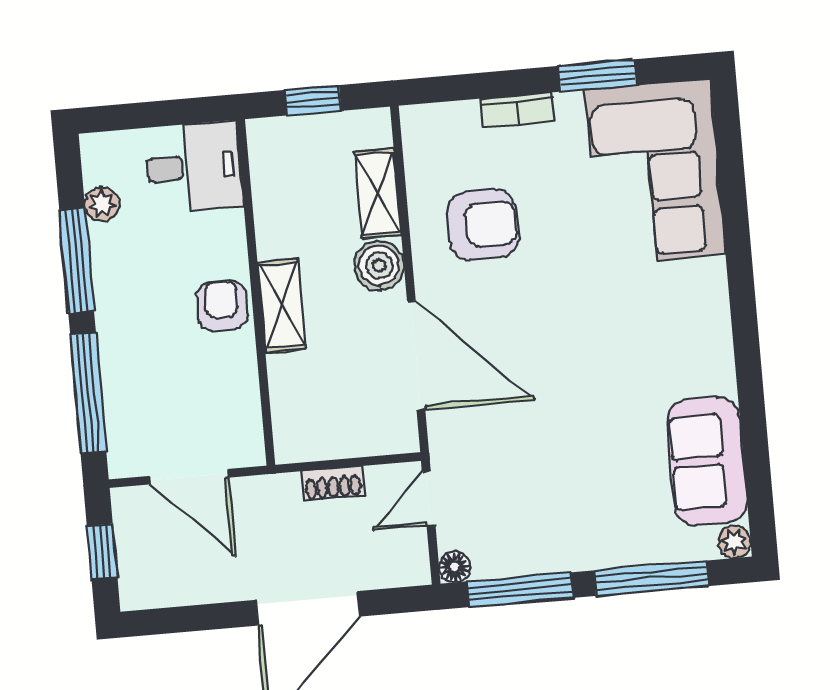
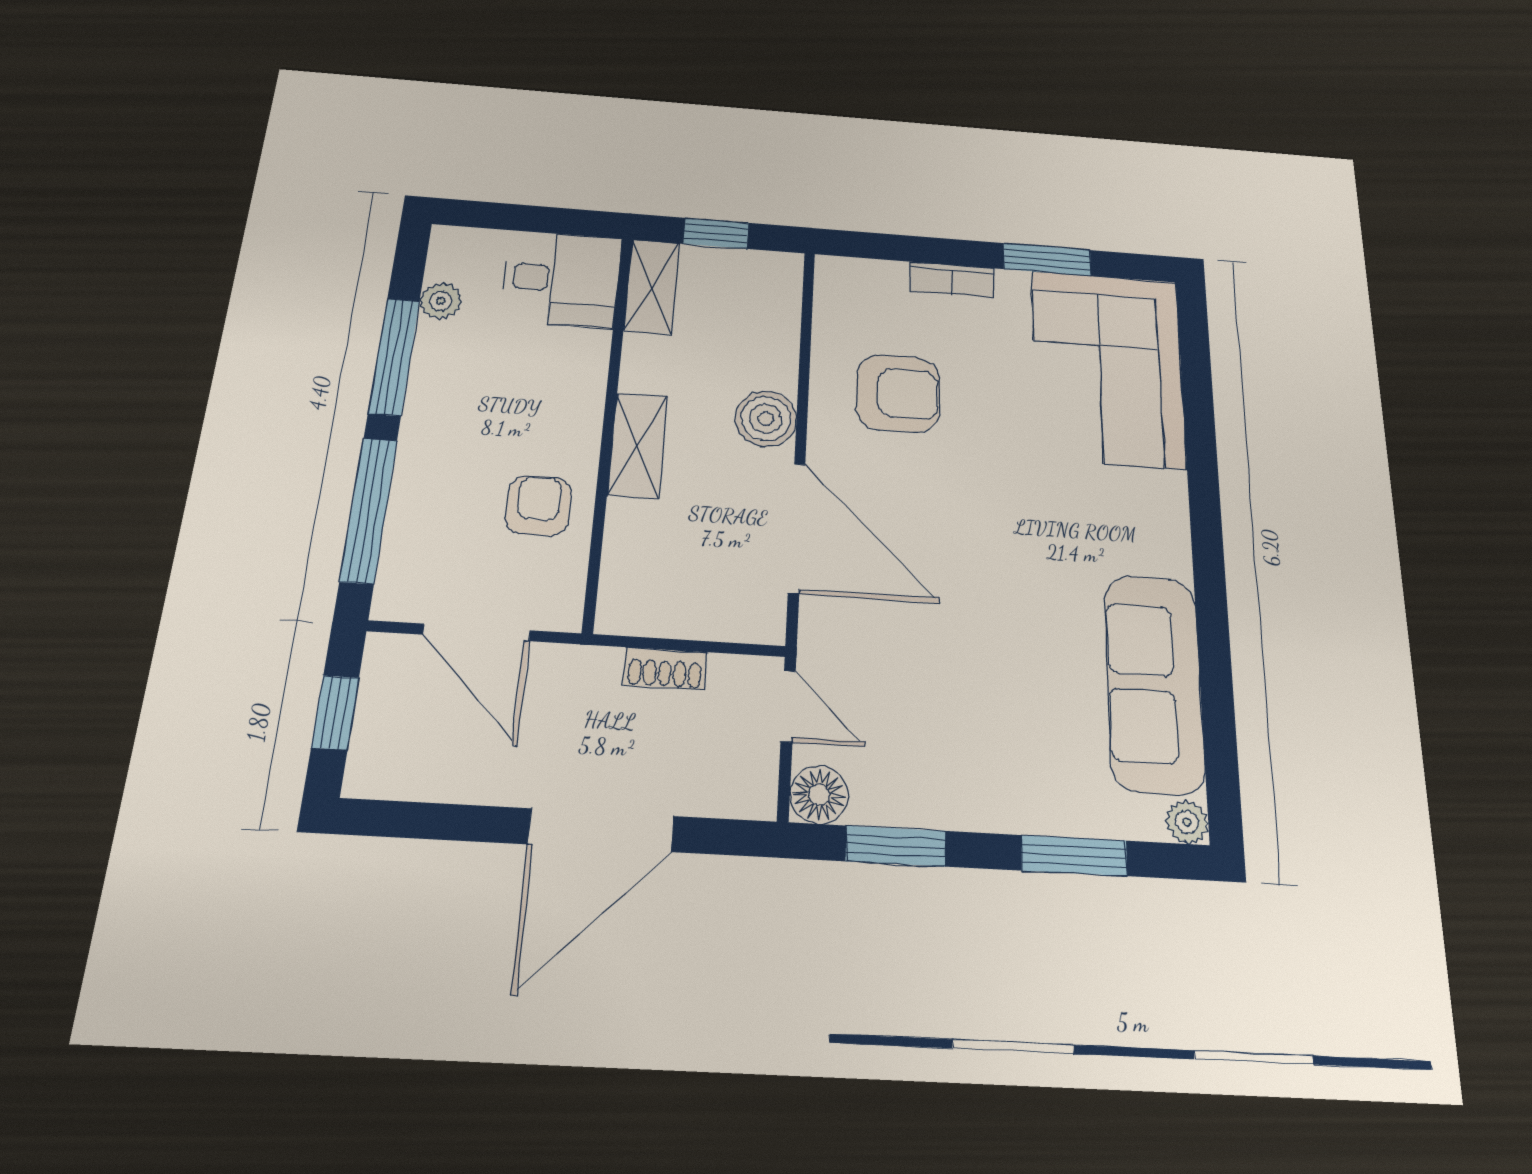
shelving: (378, 194) -> (651, 286), moved
armchair: (222, 306) -> (539, 506), moved
sofa: (707, 461) -> (1154, 683), width x1.36
door: (429, 498) -> (788, 706), swing flipped
floor lamp: (455, 567) -> (819, 795), width x1.37, depth x1.37
window: (651, 578) -> (1074, 856), width x0.69
window: (520, 590) -> (896, 846), width x0.69

